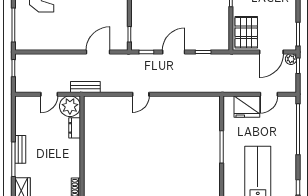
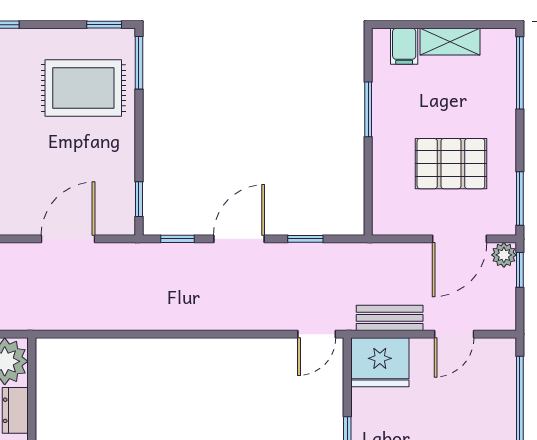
pallet: (246, 32) -> (451, 164), moved, turned 90
bench: (85, 87) -> (390, 318), moved
door: (141, 94) -> (317, 334), moved
fridge: (247, 107) -> (380, 362), moved

